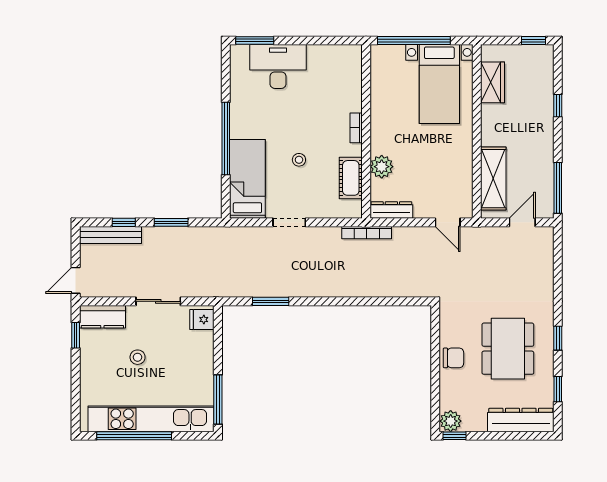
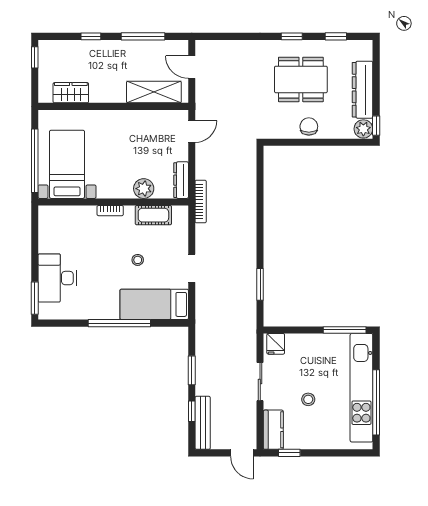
bed with nightstands: (439, 84) -> (67, 164), moved, turned -90
window: (558, 188) -> (143, 36), moved
dresser: (521, 420) -> (362, 90), moved

